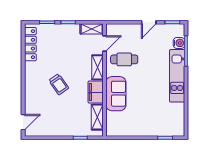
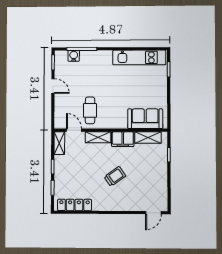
kitchen unit: (177, 76) -> (139, 57), moved
sofa: (116, 94) -> (145, 119), moved
door: (23, 122) -> (153, 213), swing flipped

